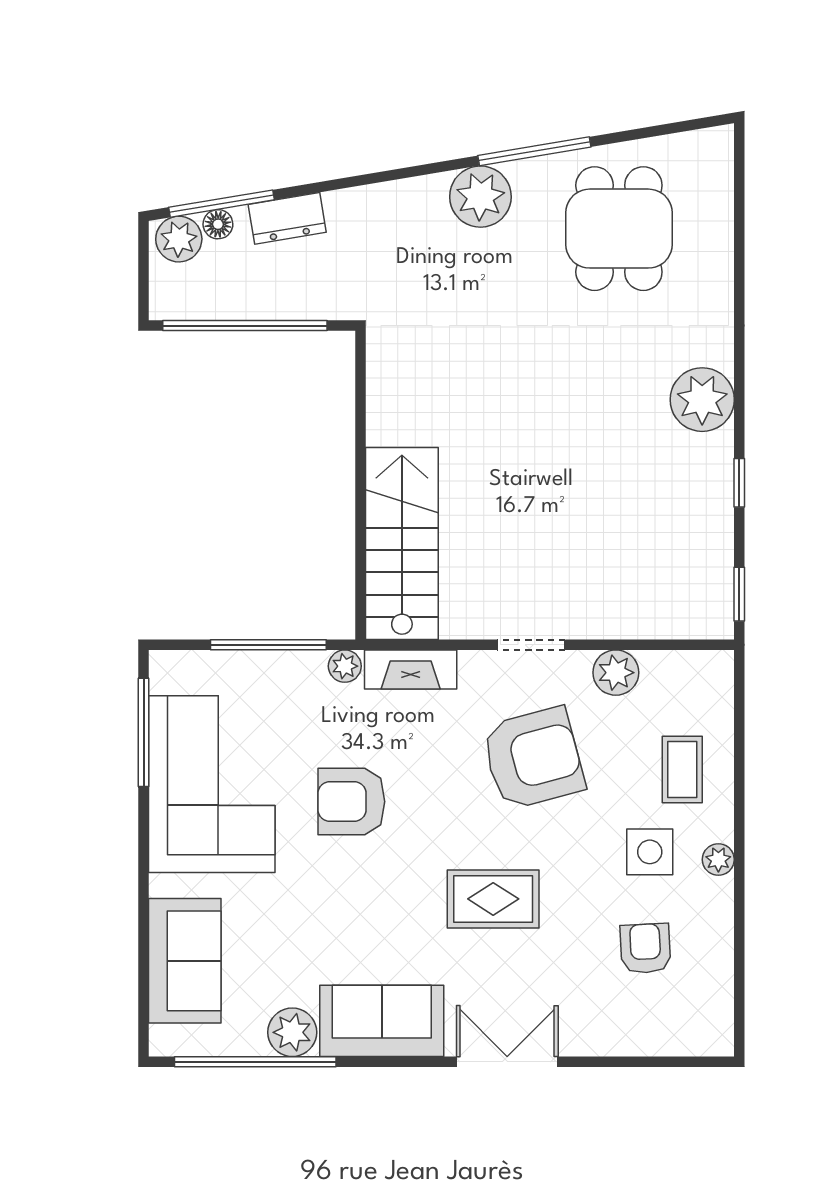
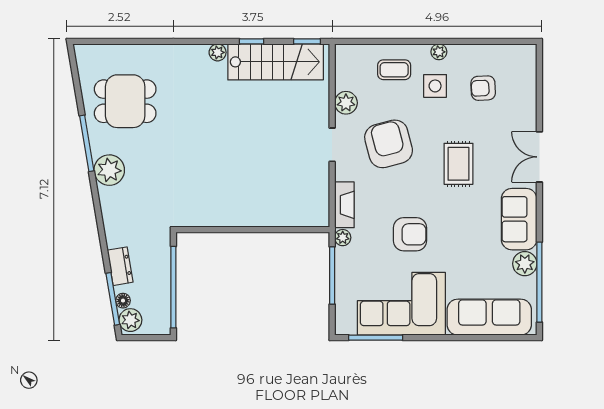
plant: (702, 400) -> (218, 52), width x0.53, depth x0.53
stairs: (402, 544) -> (276, 62), moved, turned 180
armchair: (351, 802) -> (410, 234), turned -90
sofa: (185, 961) -> (489, 317), width x1.36

